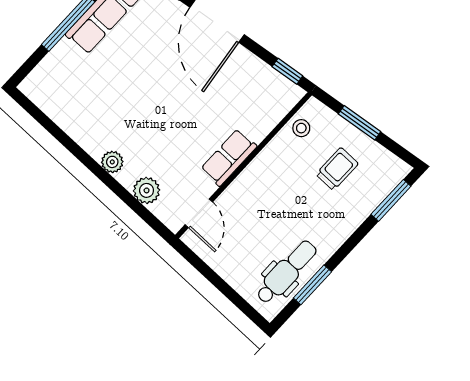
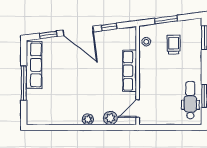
window: (287, 71) -> (109, 27), moved
row of seats: (229, 157) -> (130, 71), width x1.48
door: (199, 213) -> (138, 108), swing flipped

